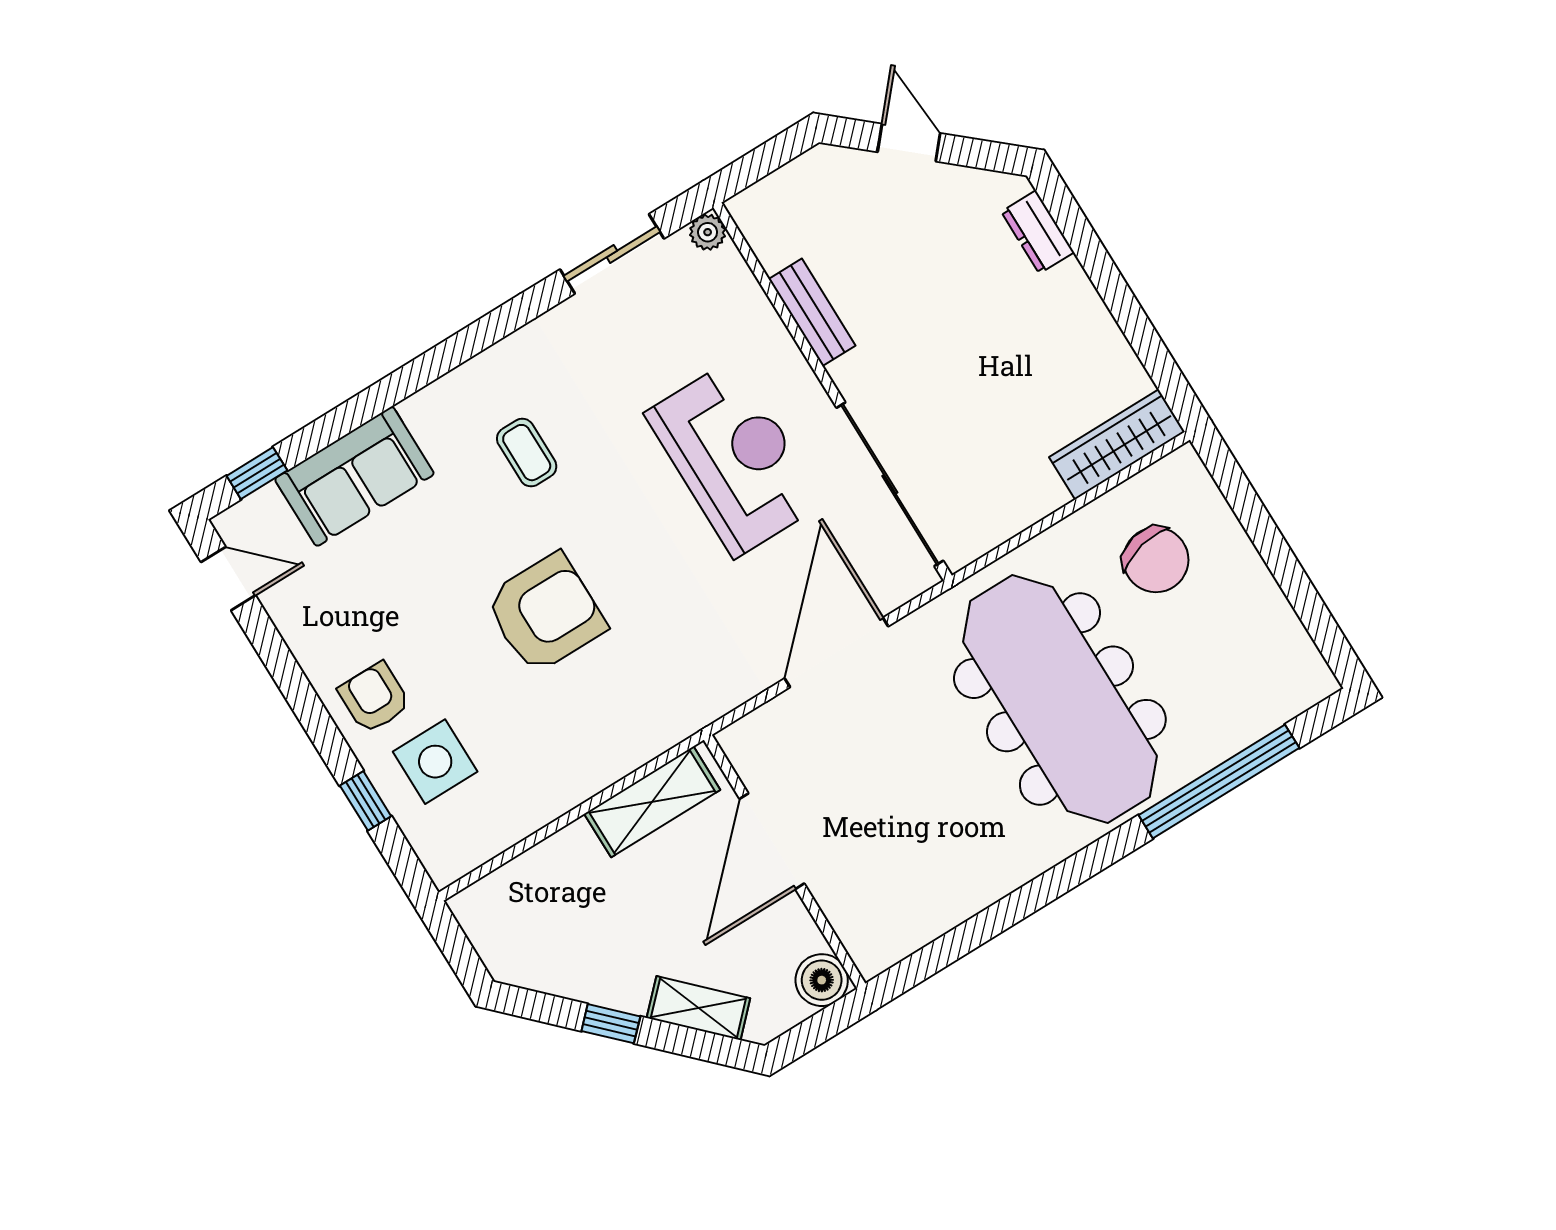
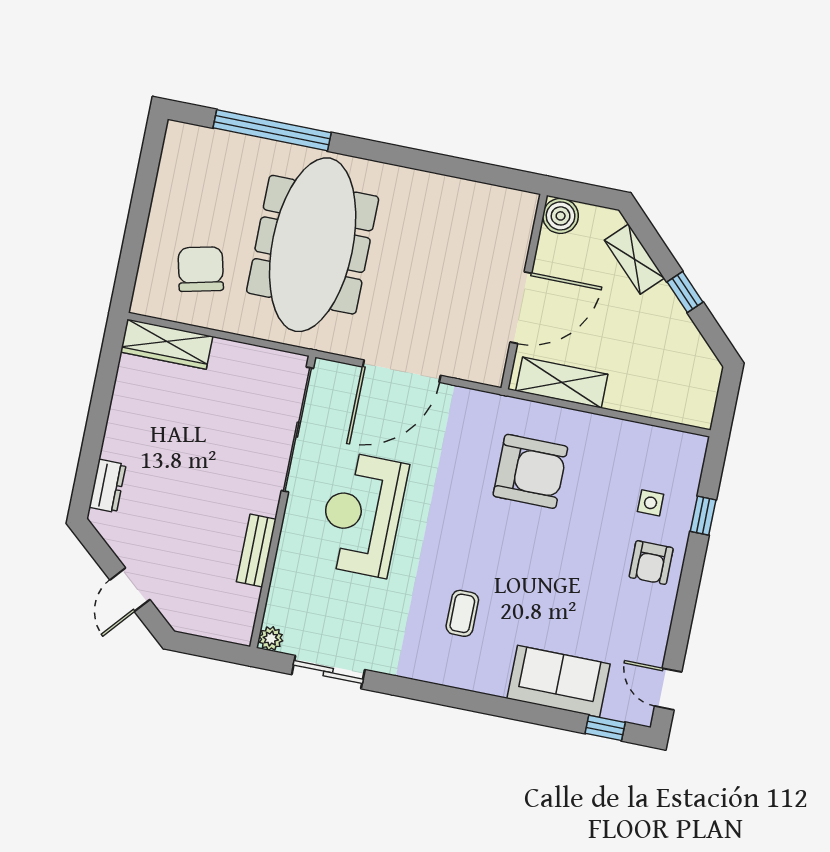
armchair: (546, 613) -> (530, 471), moved, turned 180
side table: (435, 762) -> (651, 503), width x0.54, depth x0.54

